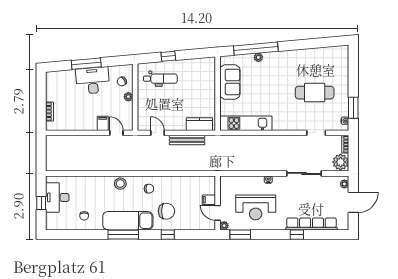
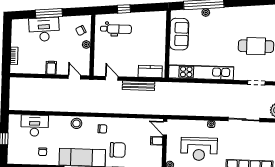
desk: (93, 81) -> (44, 29), moved
filing cabinet: (103, 123) -> (51, 68), moved
kitchen unit: (246, 123) -> (201, 72), width x1.36
desk: (57, 197) -> (35, 126), moved, turned 90
door: (218, 213) -> (165, 128), moved

